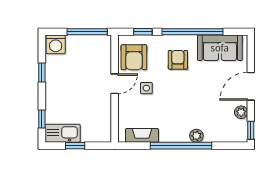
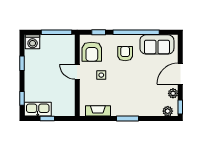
door: (115, 84) -> (77, 72), swing flipped
plant: (196, 136) -> (168, 111), moved
window: (181, 146) -> (127, 119), width x0.47

